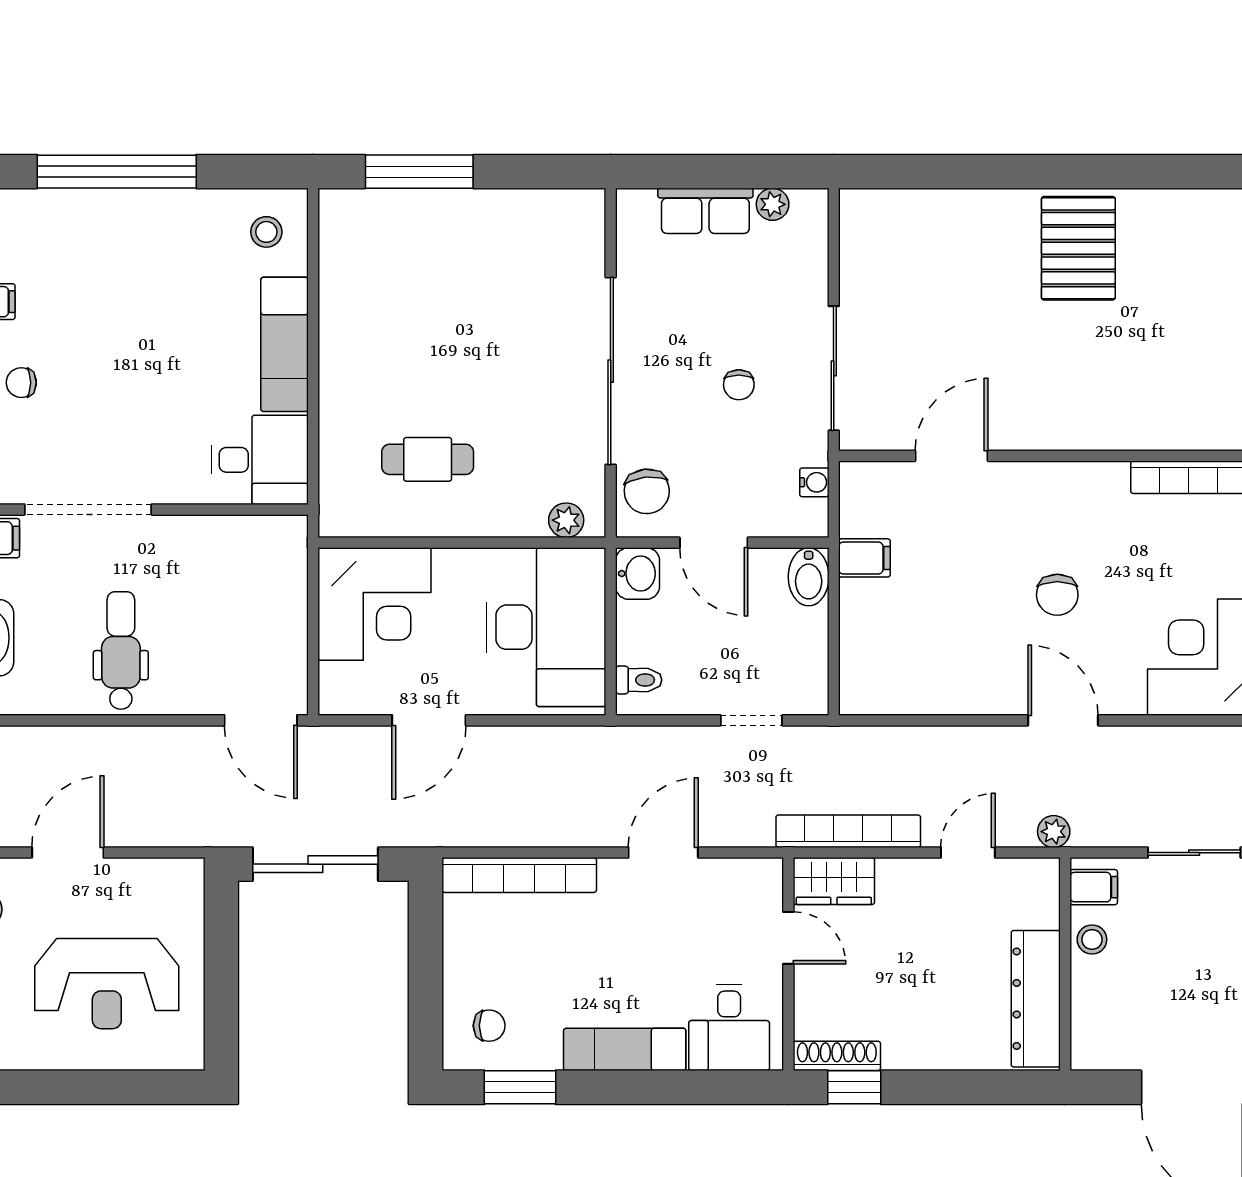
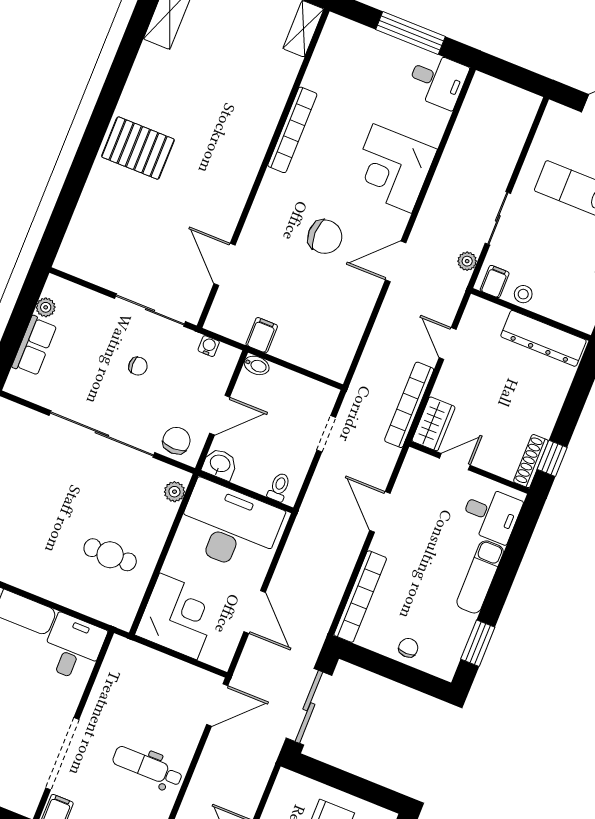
cafe table: (428, 459) -> (110, 555), turned 90
chair: (647, 491) -> (176, 441), turned -84
bidet: (809, 577) -> (257, 365), width x0.72, depth x0.74
chair: (1057, 595) -> (325, 237), width x1.37, depth x1.37
plant: (1054, 832) -> (467, 261), moved
chair: (489, 1026) -> (408, 648), moved

